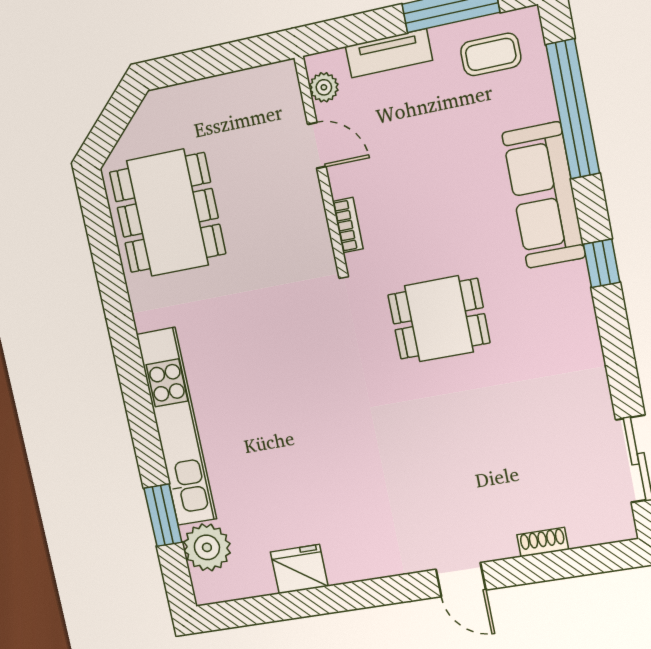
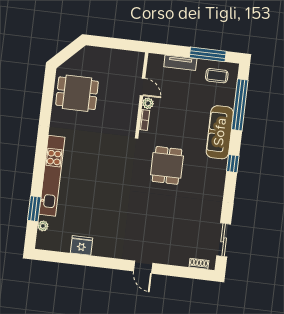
plant: (324, 87) -> (148, 103), moved
dining table: (168, 213) -> (77, 93), width x0.73
dining table: (439, 319) -> (167, 165), turned 90
shoe rack: (543, 542) -> (199, 264), moved
plant: (207, 547) -> (43, 226), width x0.53, depth x0.53

